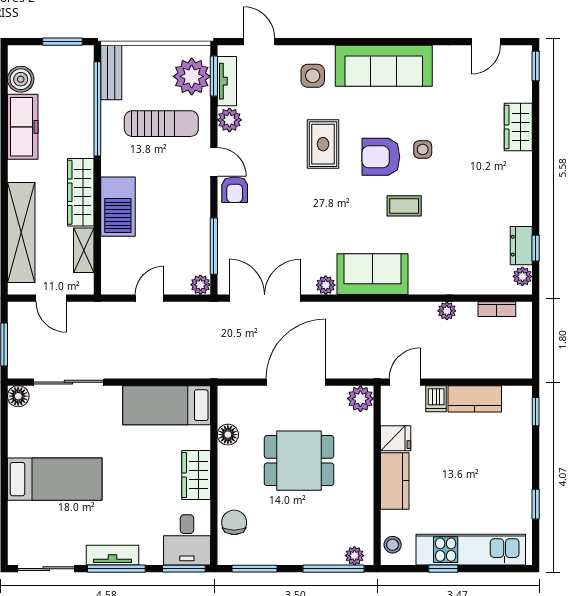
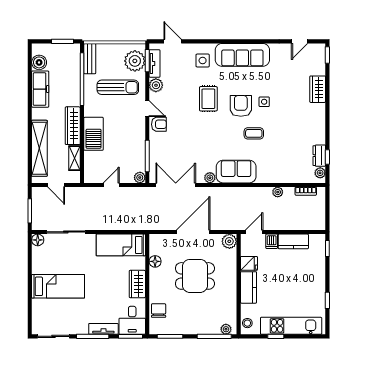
armchair: (381, 157) -> (241, 106), turned 90
armchair: (235, 190) -> (159, 124), turned -90
tv unit: (113, 555) -> (103, 329), moved

